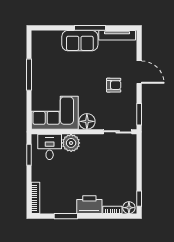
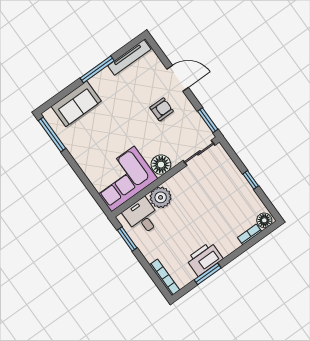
sofa: (80, 41) -> (76, 104), moved
window: (29, 75) -> (52, 134), moved
window: (139, 199) -> (251, 180), moved
printer: (89, 205) -> (205, 259), moved

